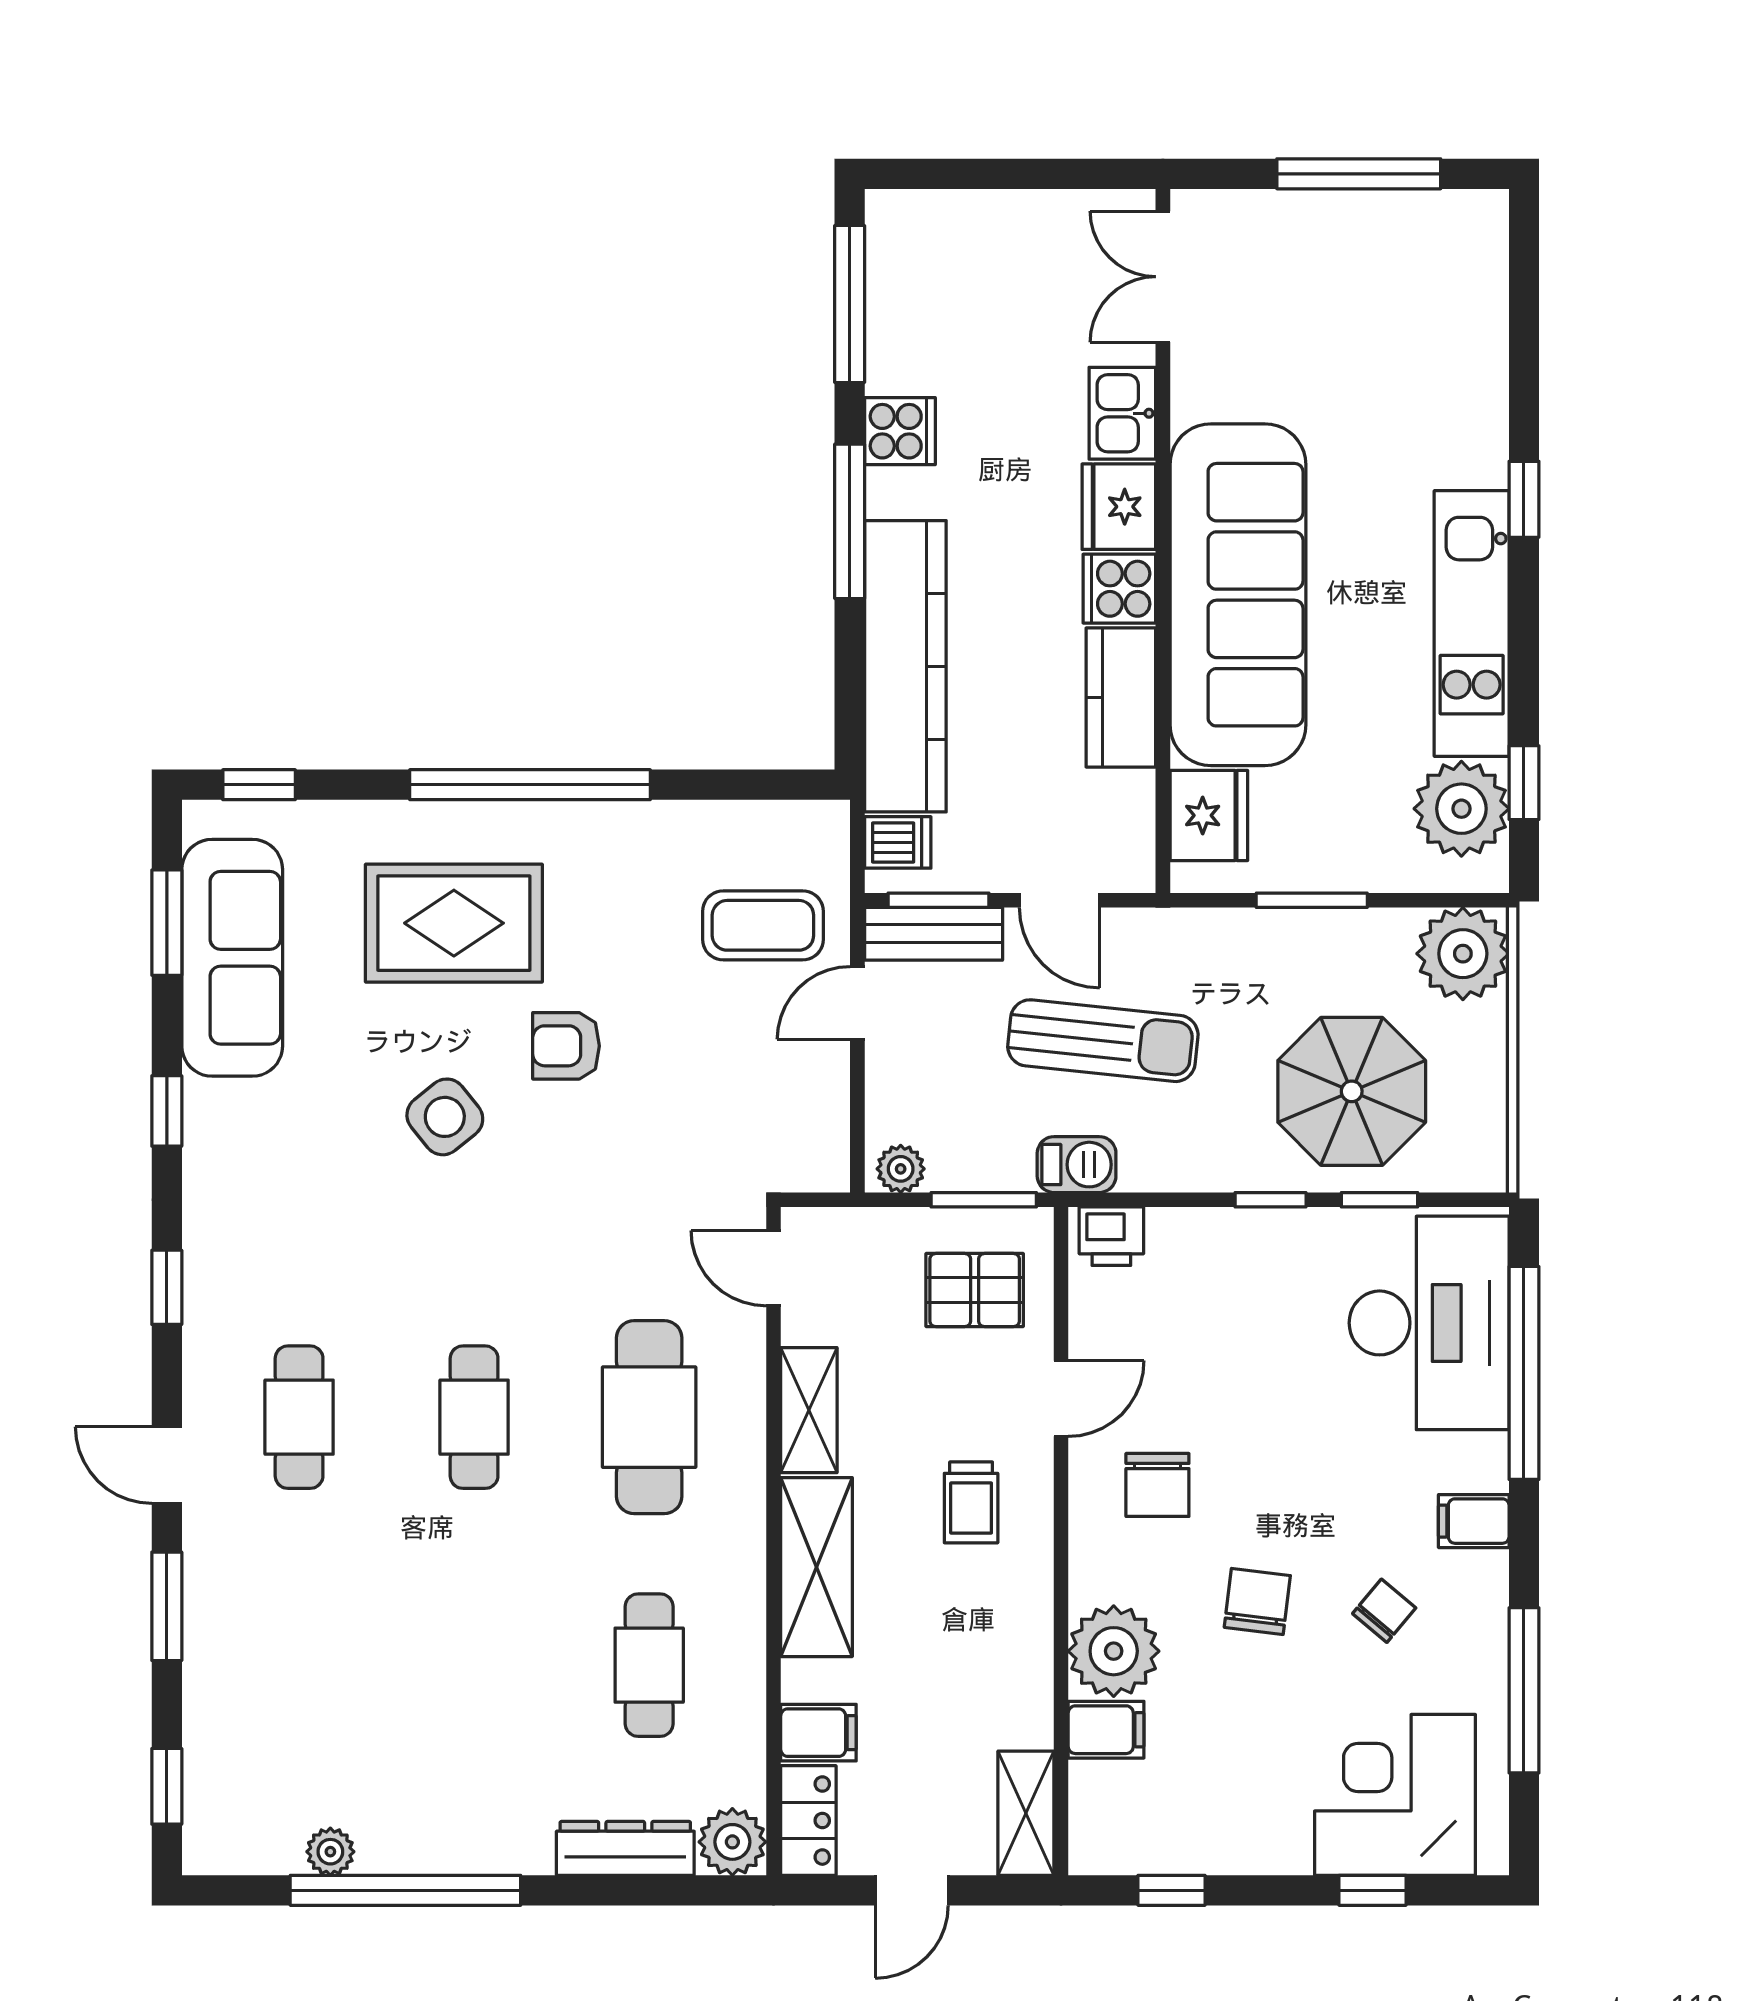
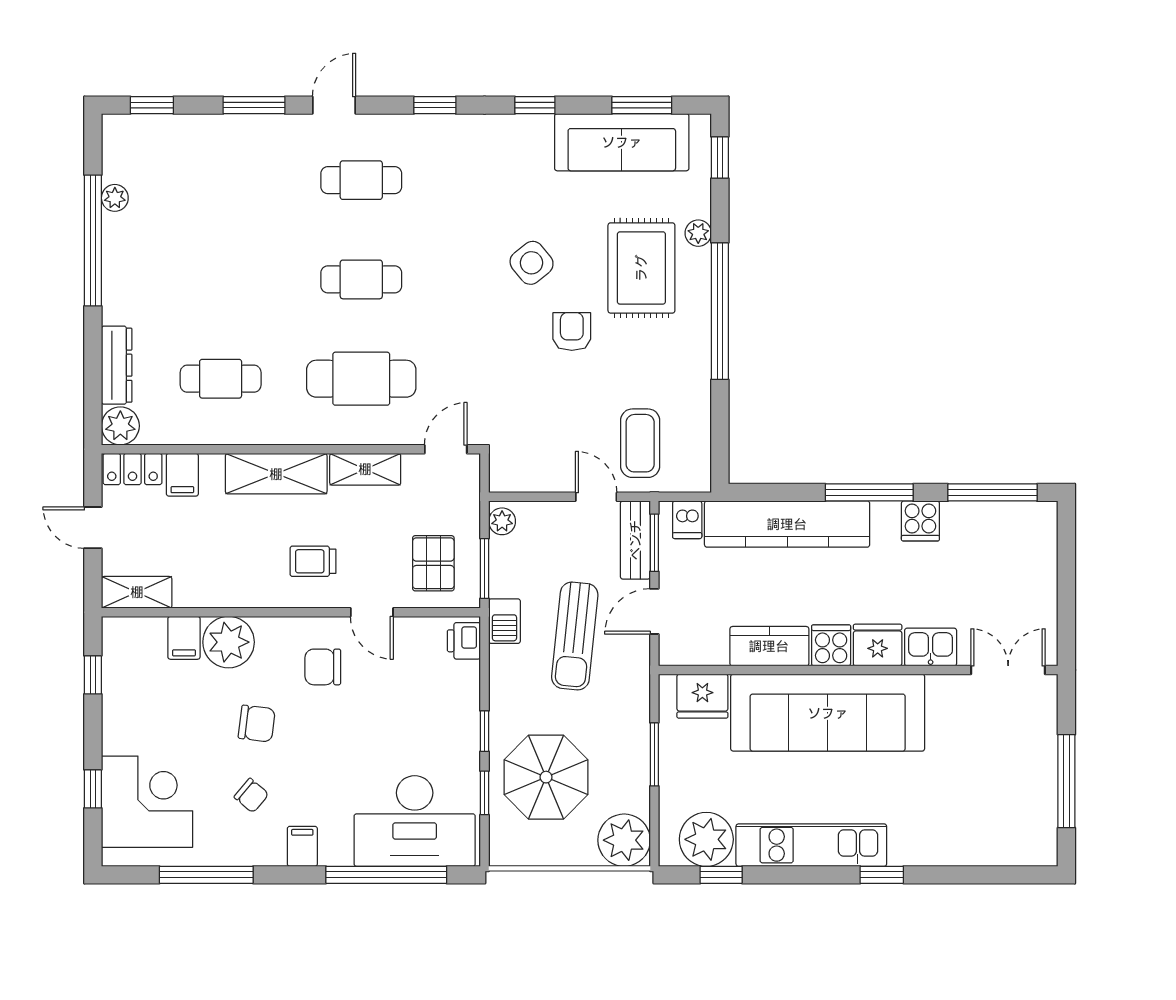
plant: (392, 823) -> (698, 233), added

